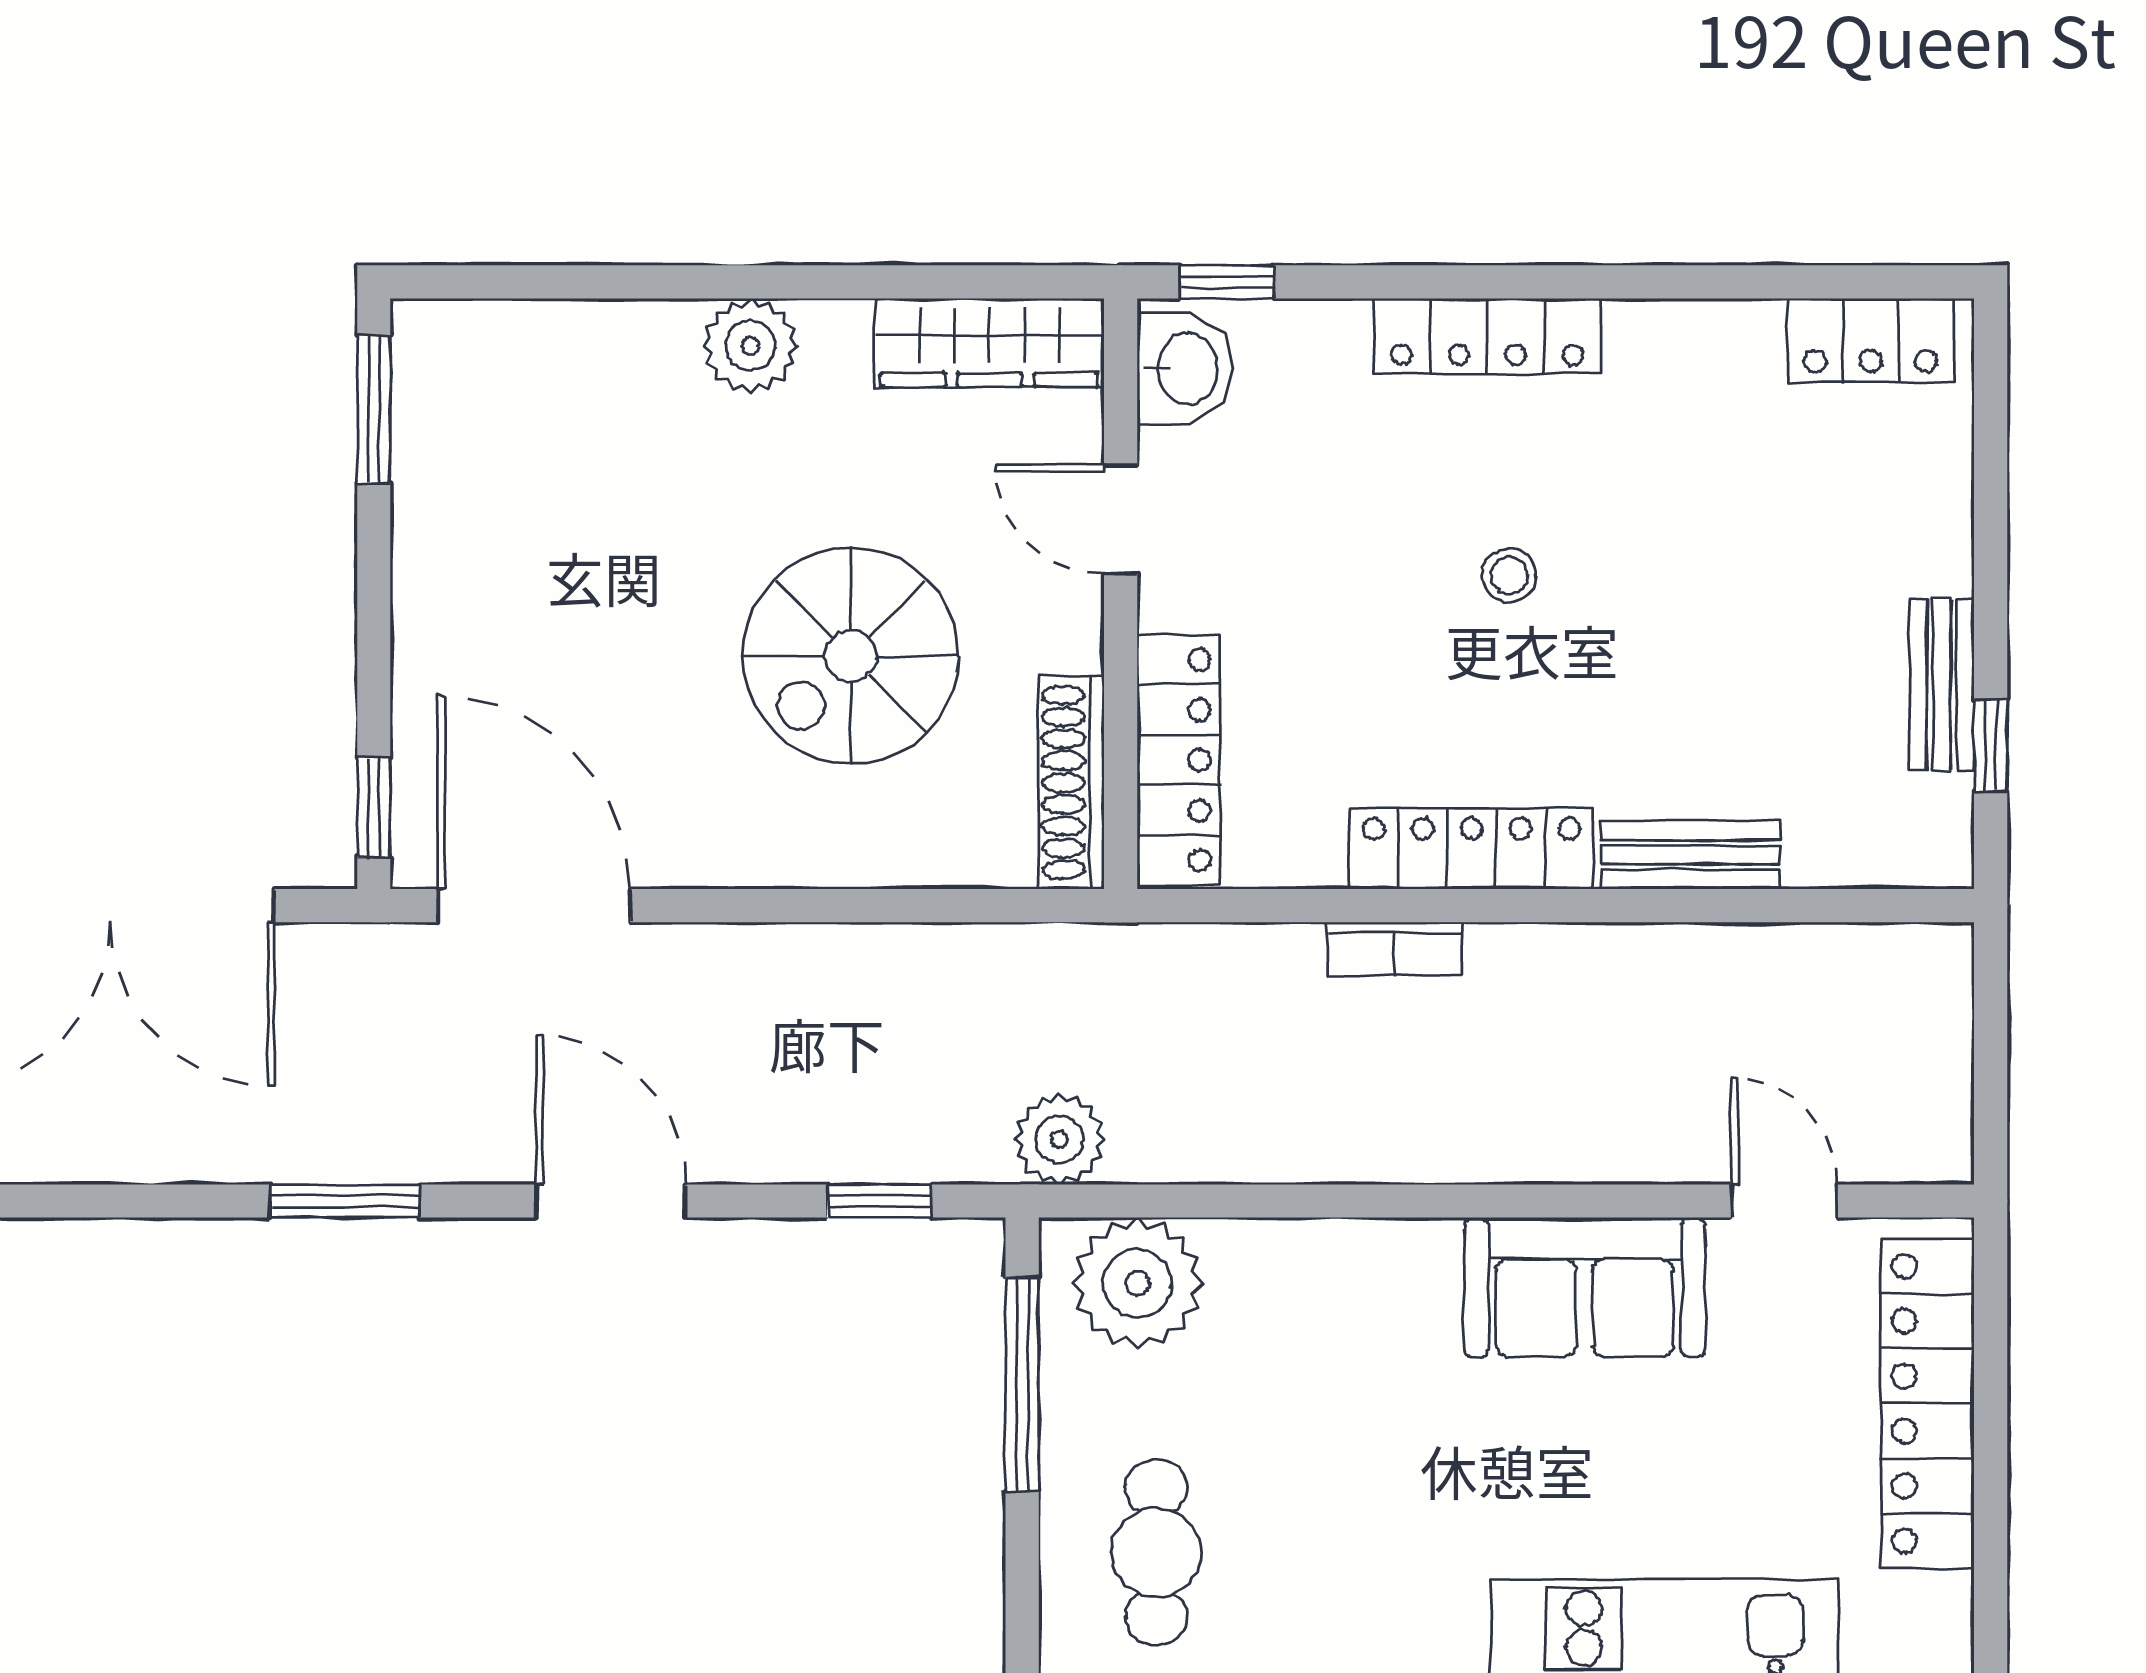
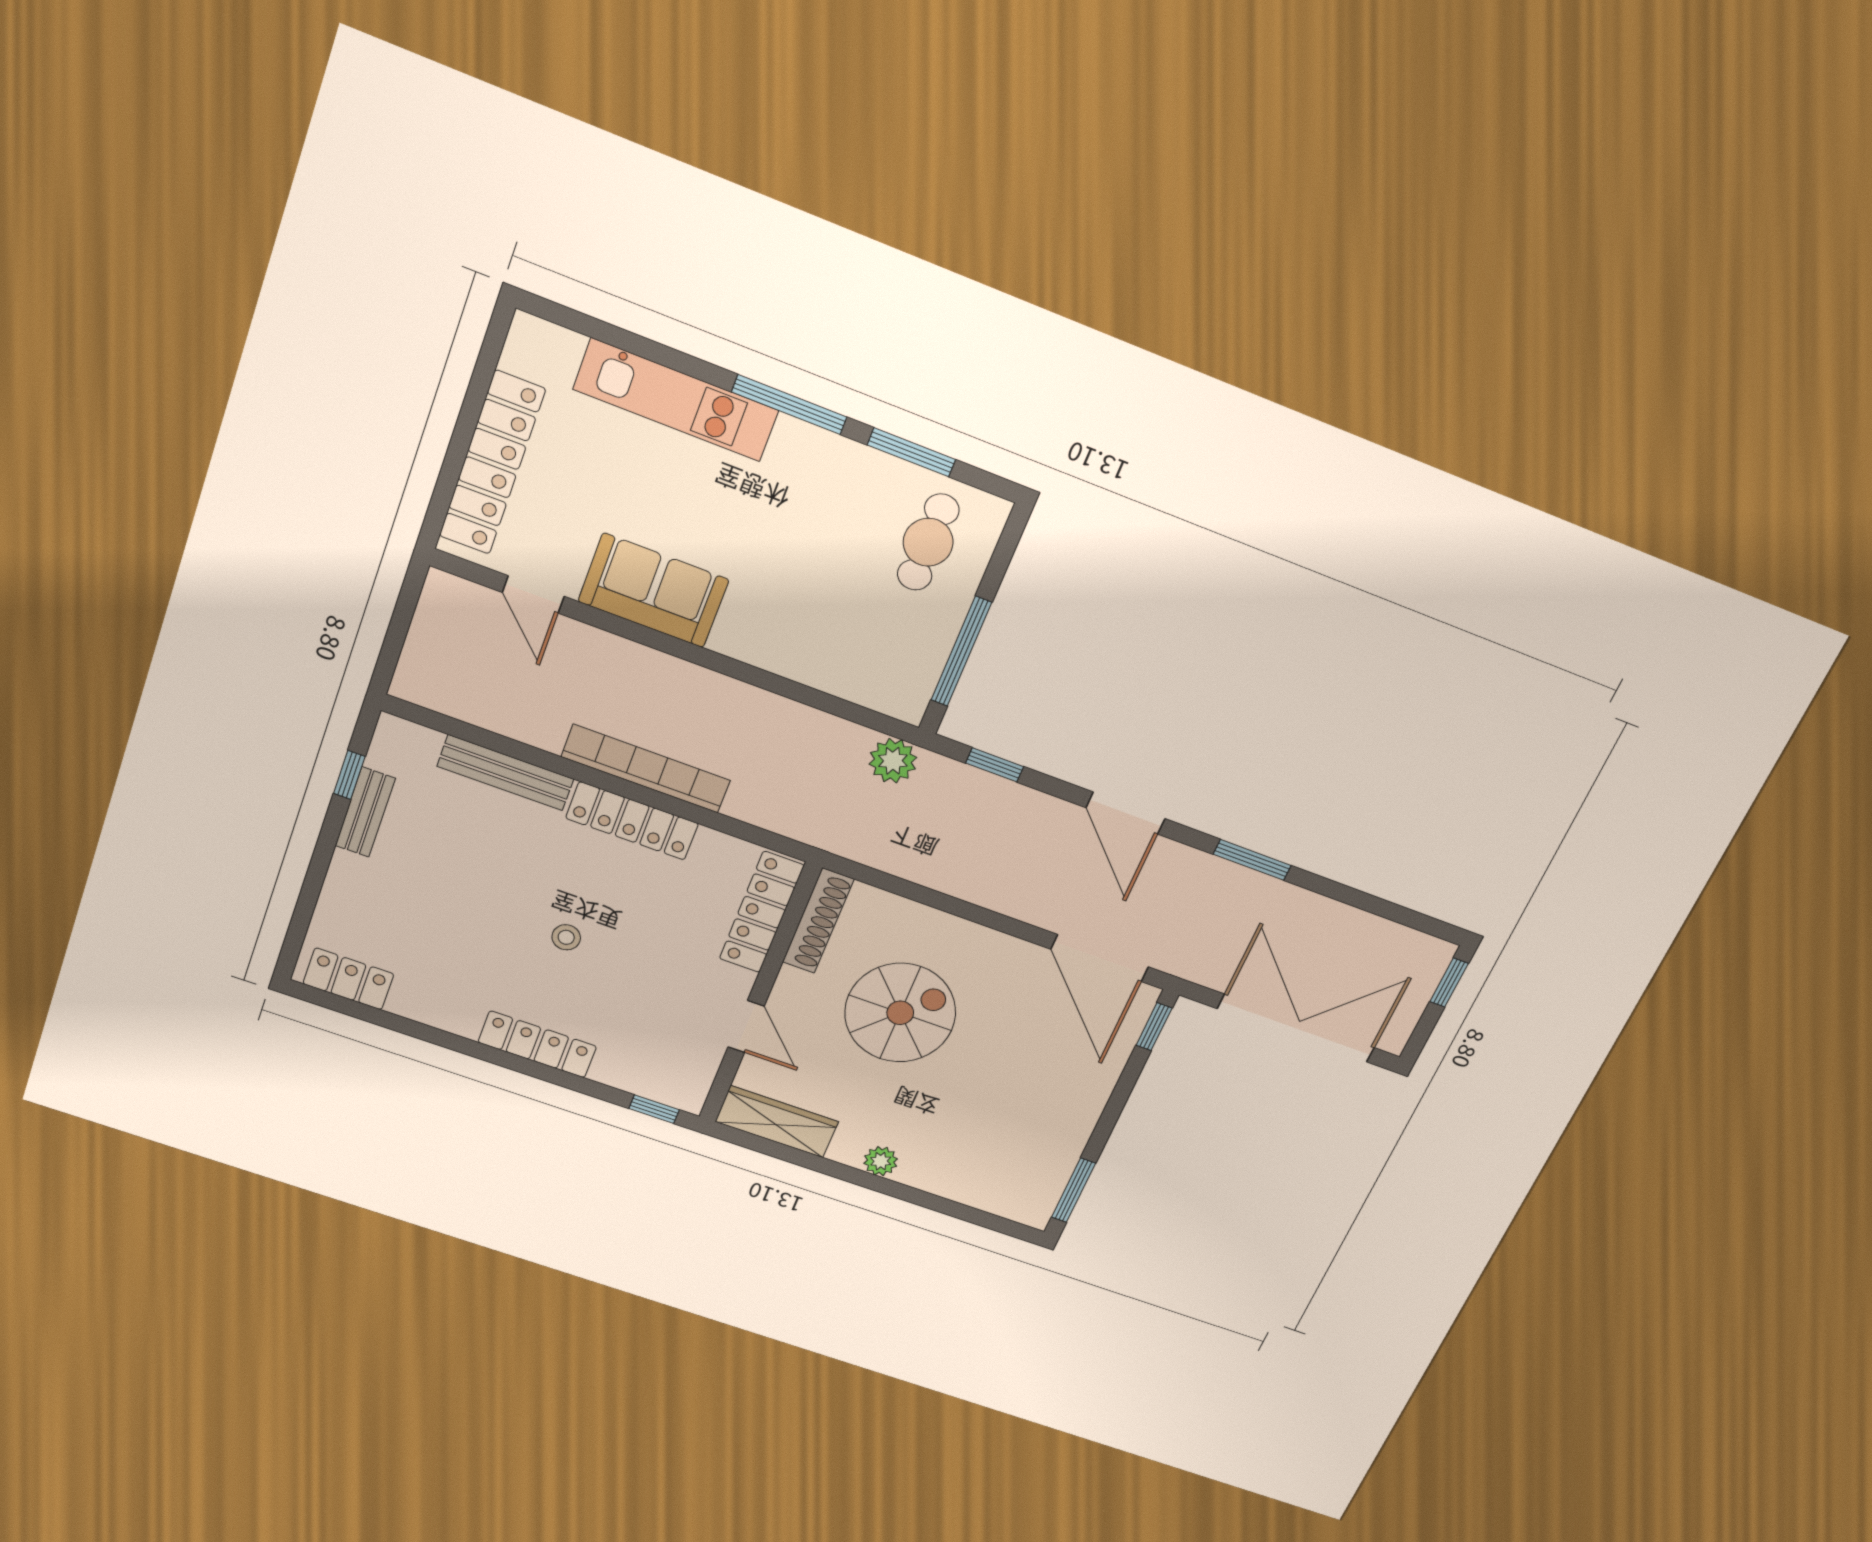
plant: (750, 346) -> (881, 1161), width x0.73, depth x0.73
washbasin: (1185, 368) -> (689, 1080), removed
bench: (1690, 855) -> (506, 773), width x1.36
bookcase: (1395, 949) -> (646, 769), width x2.31, depth x1.31
plant: (1138, 1283) -> (882, 678), removed

